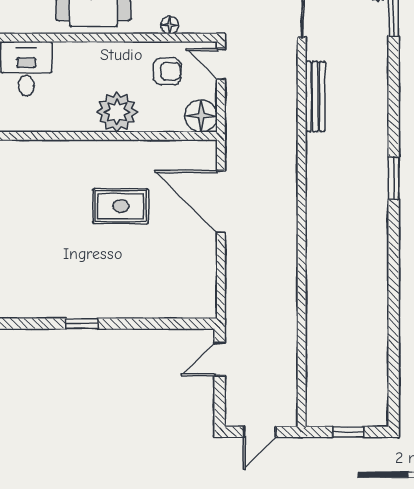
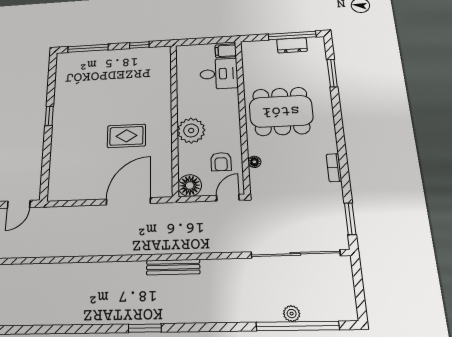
bench: (315, 97) -> (173, 267), moved
rug: (121, 206) -> (126, 136), turned 90
door: (220, 359) -> (19, 204), swing flipped

